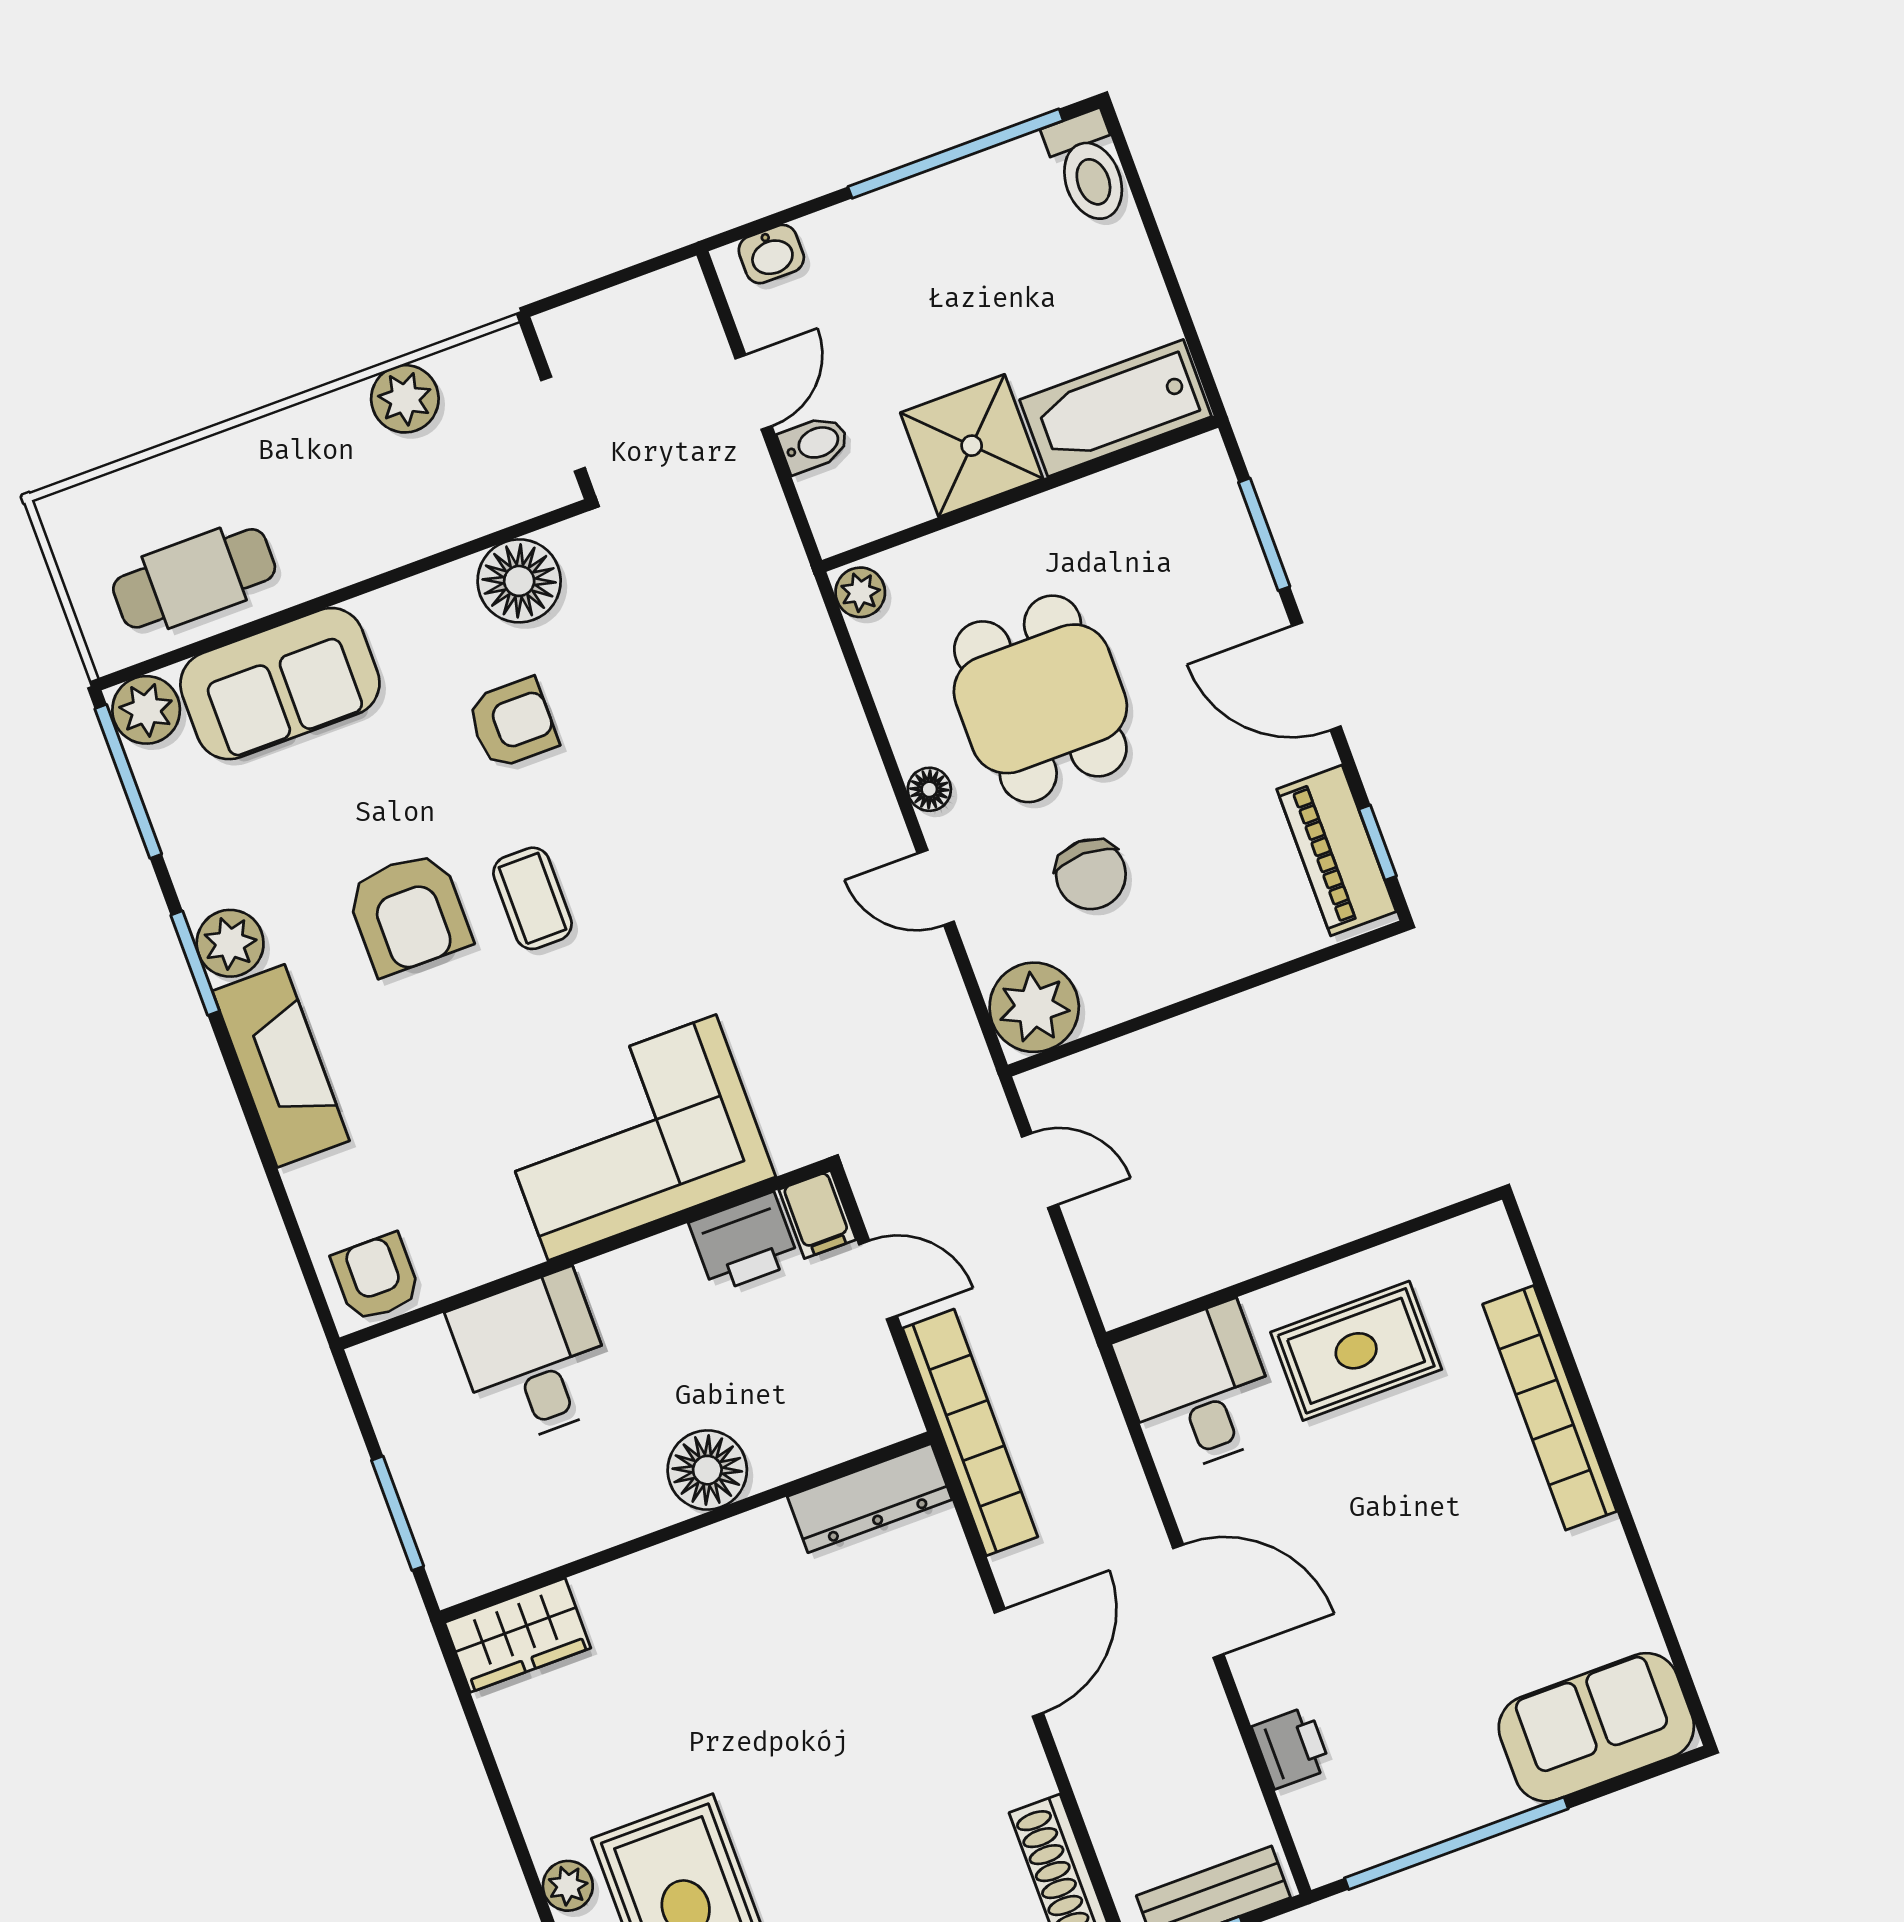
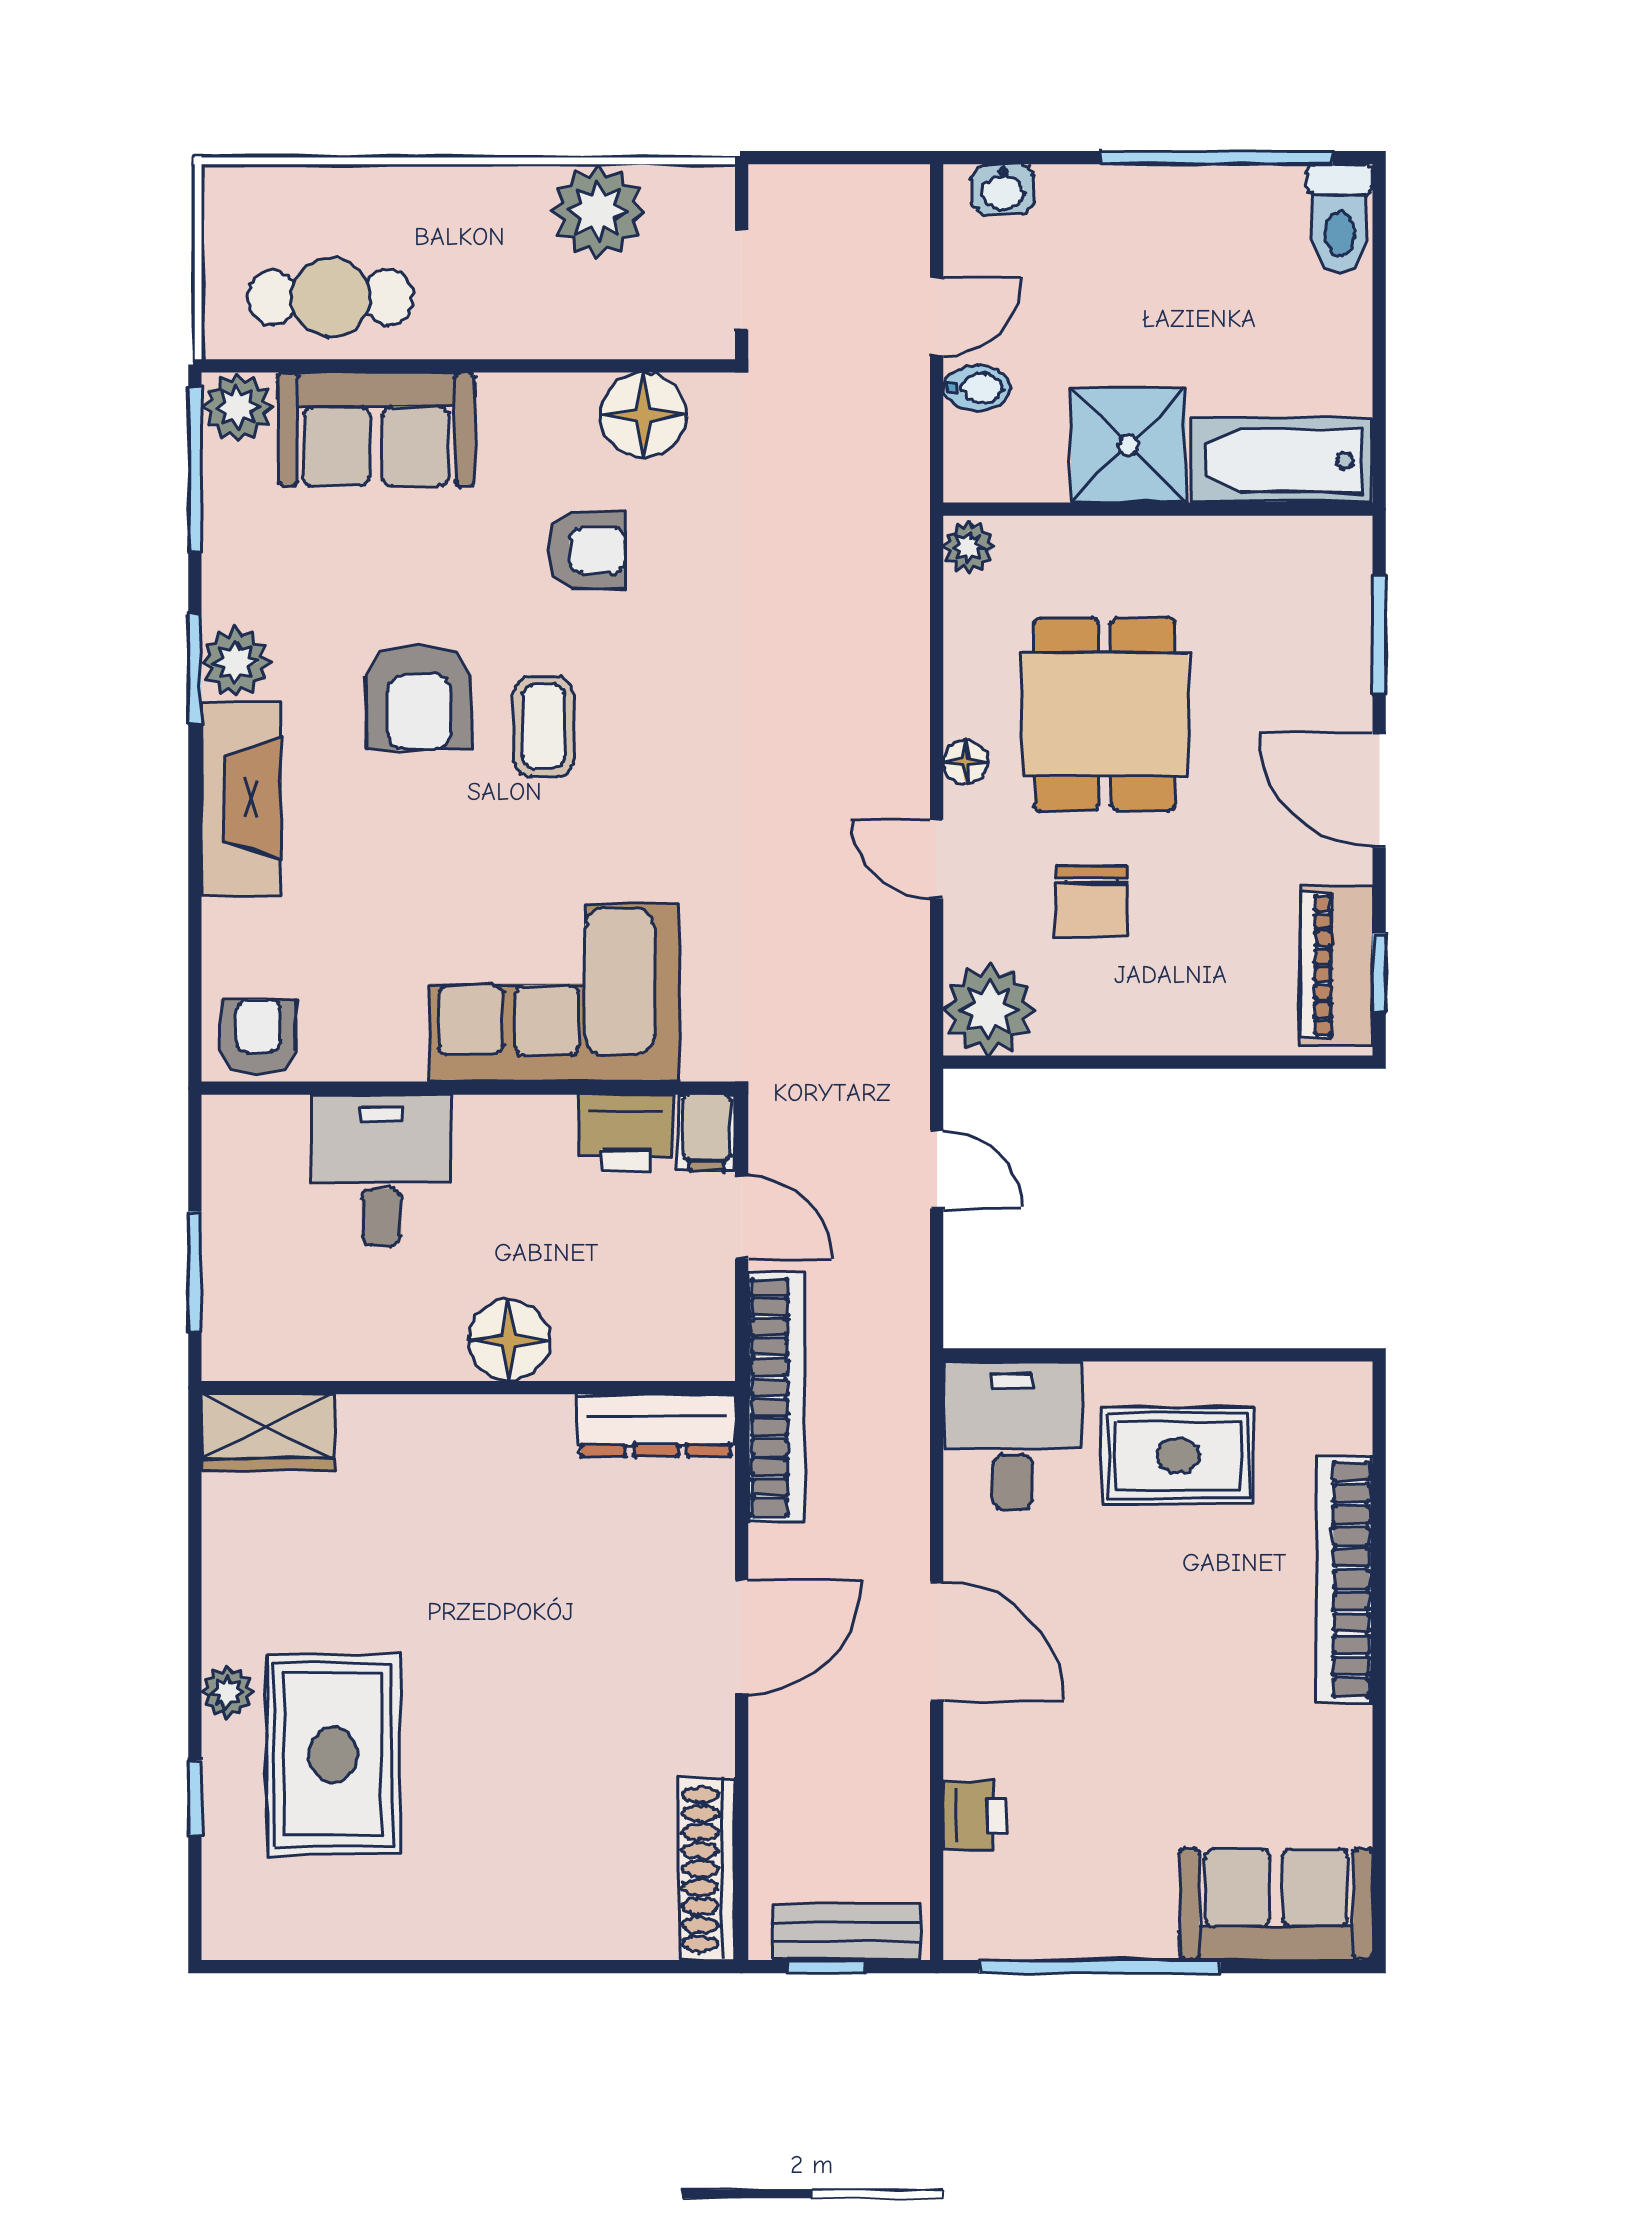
plant: (405, 399) -> (598, 211), width x1.36, depth x1.36

